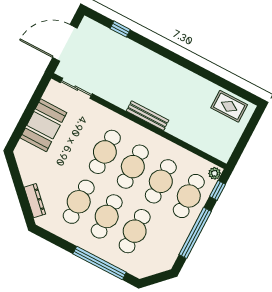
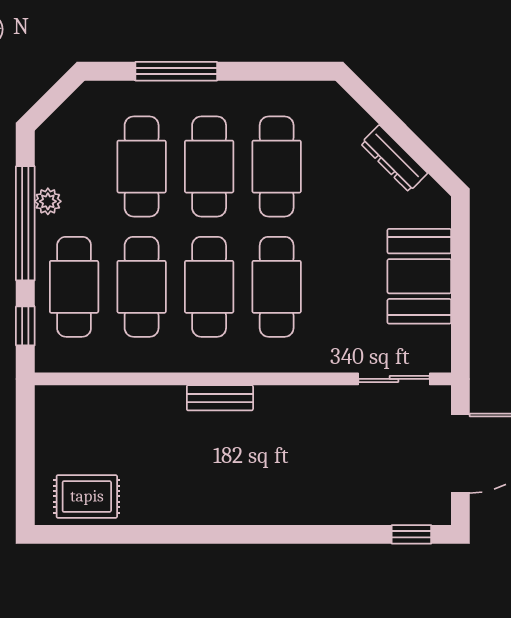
window: (120, 29) -> (411, 534), moved
bench: (148, 116) -> (220, 398), width x0.73
plant: (215, 173) -> (48, 201), moved
dresser: (35, 201) -> (394, 158), moved
window: (100, 263) -> (176, 71), width x0.68

